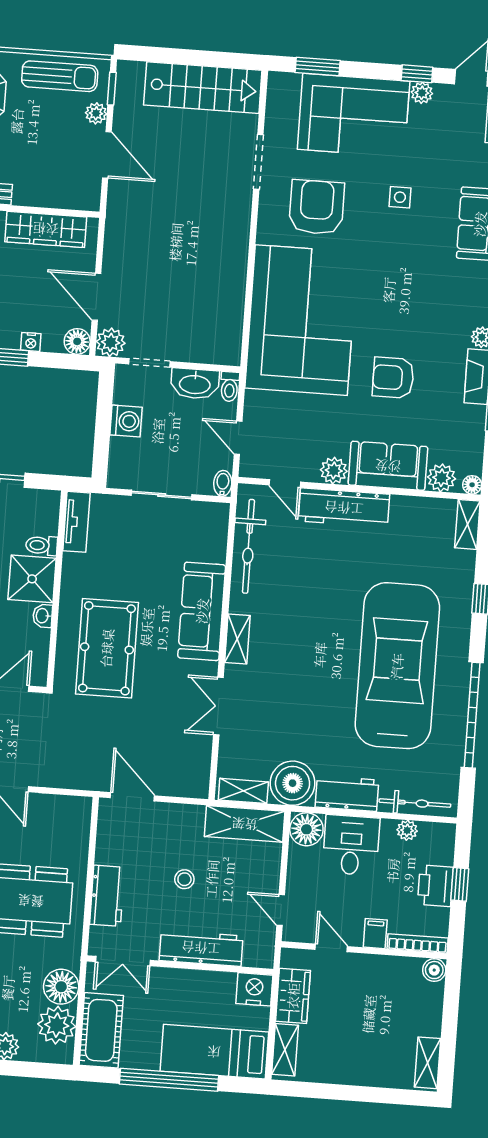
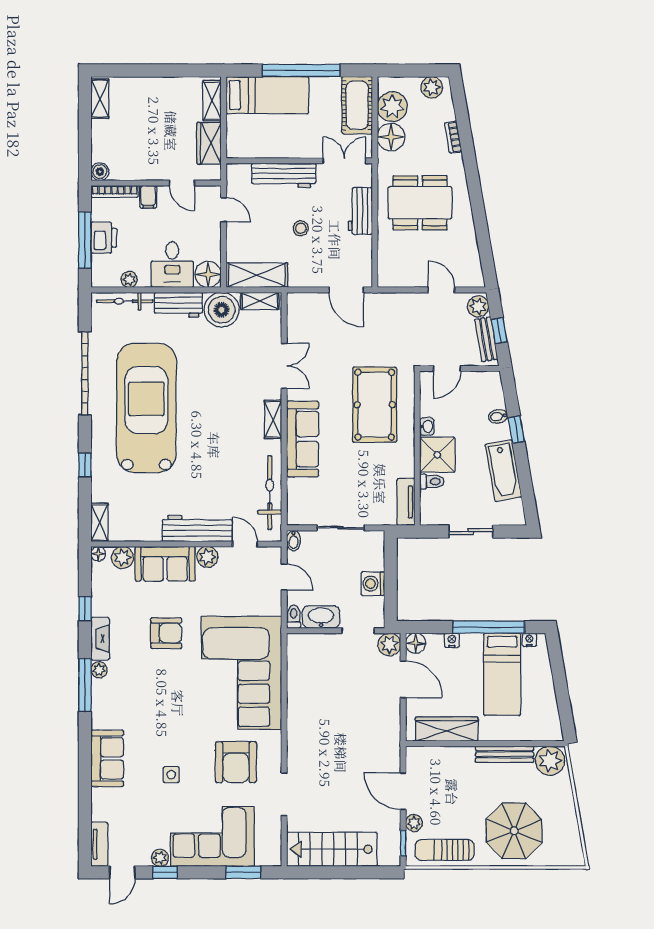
car: (397, 666) -> (146, 408), turned 180
window: (460, 884) -> (85, 240), width x2.17
nightstand: (254, 989) -> (240, 146), removed

